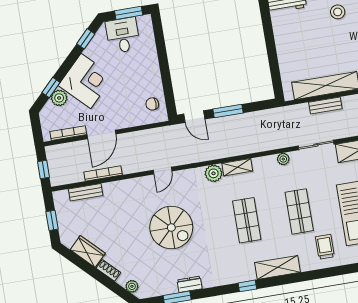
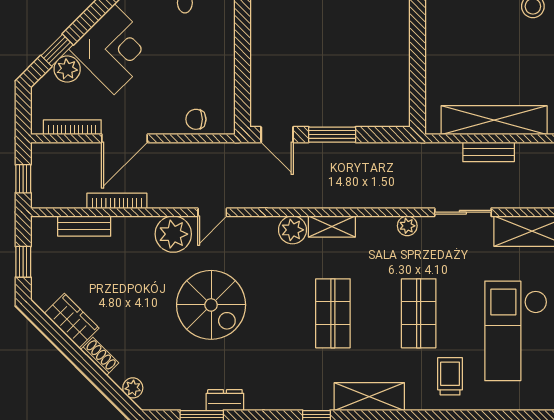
chair: (152, 104) -> (196, 119), moved
plant: (141, 188) -> (173, 234), added

